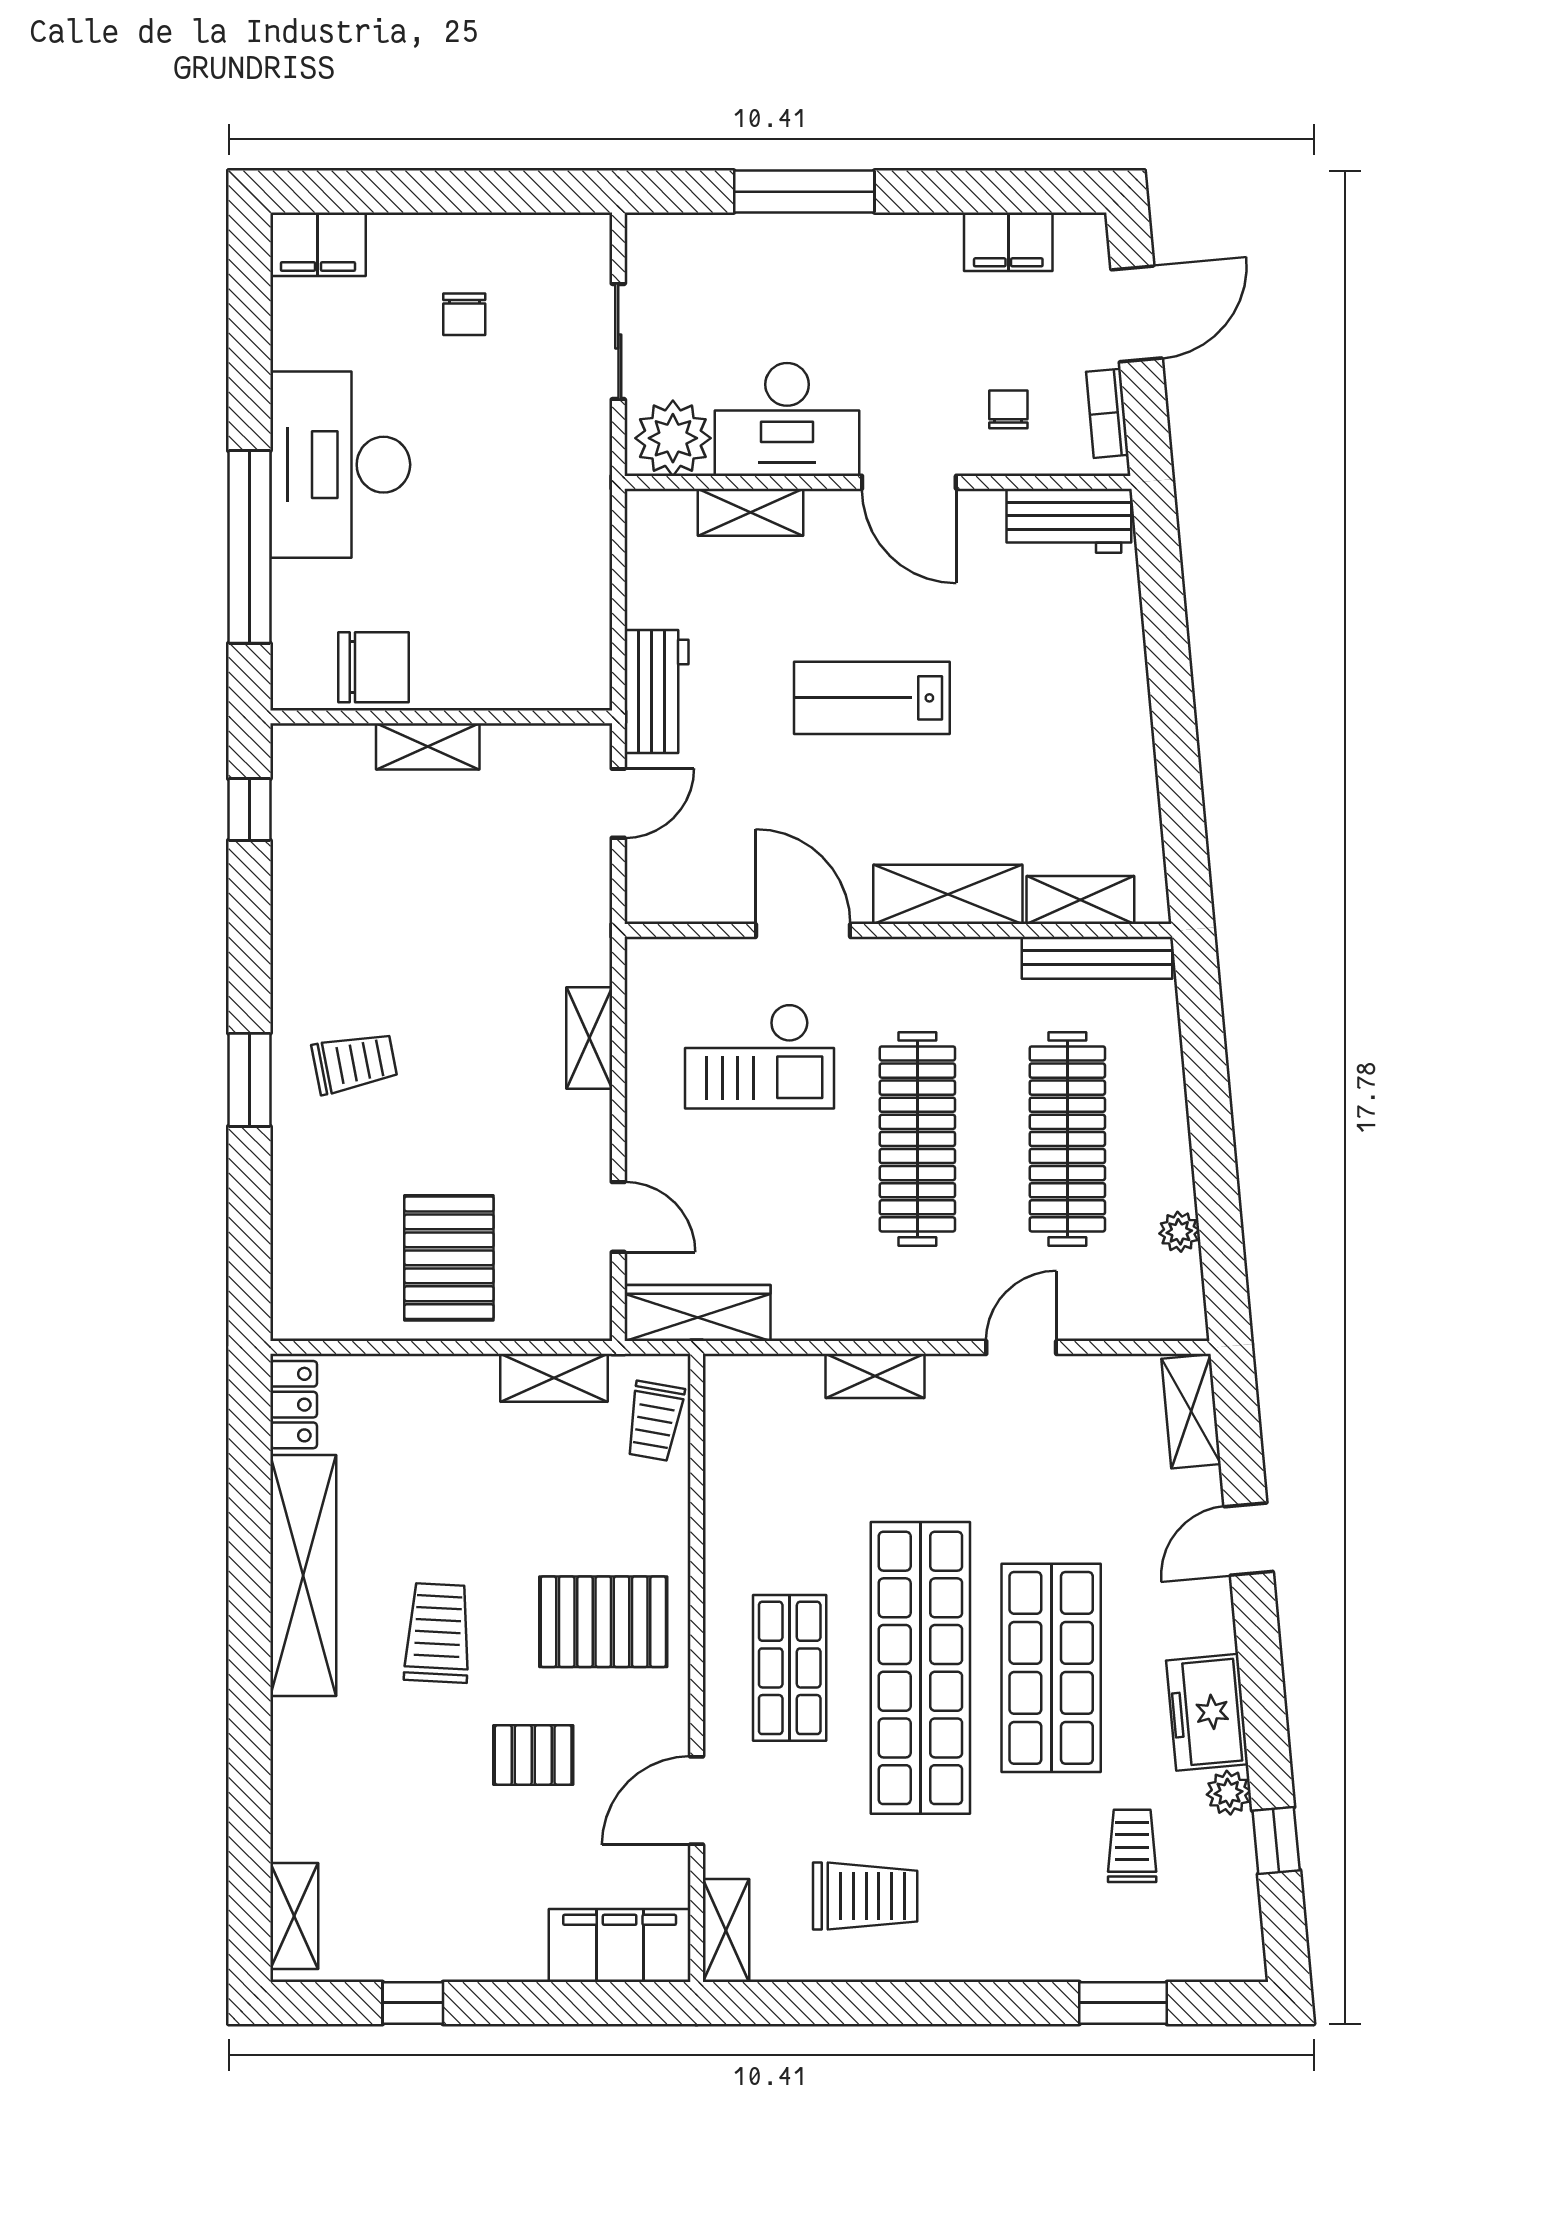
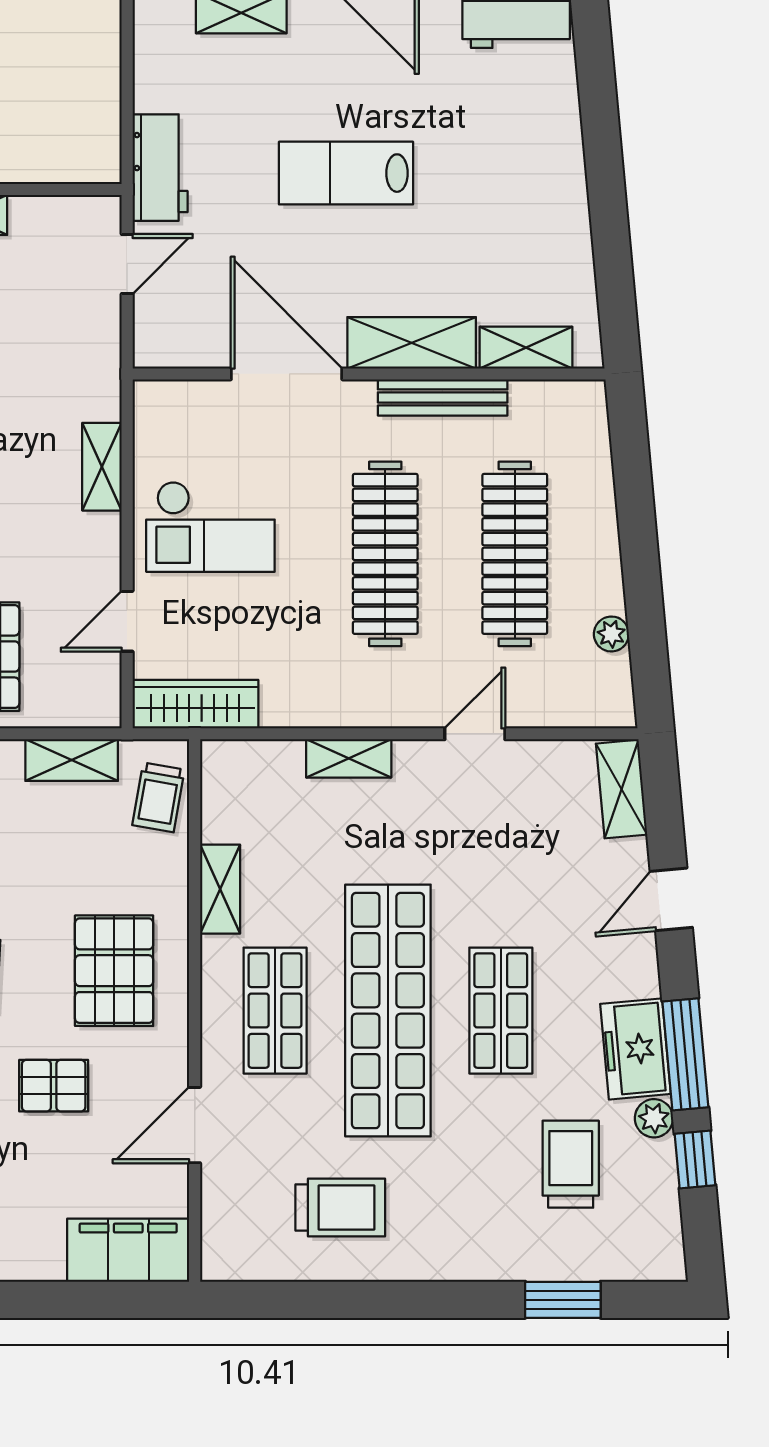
door: (803, 930) -> (287, 374), width x1.36
bench: (1097, 958) -> (443, 397), moved
checkout: (760, 1056) -> (210, 527), moved
door: (618, 1217) -> (127, 621), swing flipped
pallet: (603, 1622) -> (114, 971), turned 90
shop shelf: (1051, 1668) -> (501, 1011), width x0.70, depth x0.74
window: (1265, 1719) -> (685, 1054), added
trolley: (1132, 1846) -> (571, 1164), width x1.36, depth x1.39
shelving: (726, 1931) -> (220, 889), moved

